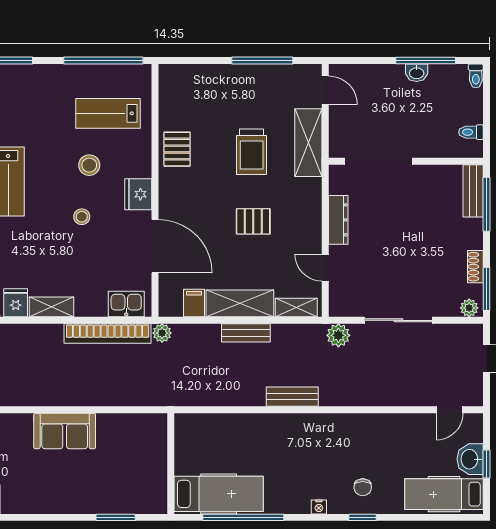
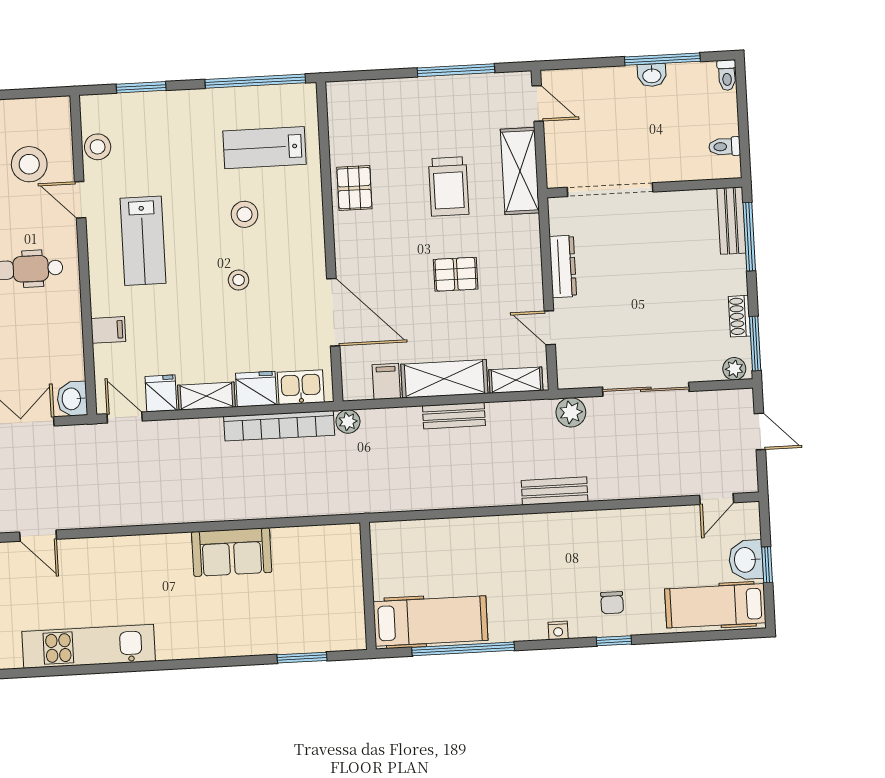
fridge: (138, 194) -> (256, 389), moved, turned 90
bench: (292, 397) -> (555, 491), moved

